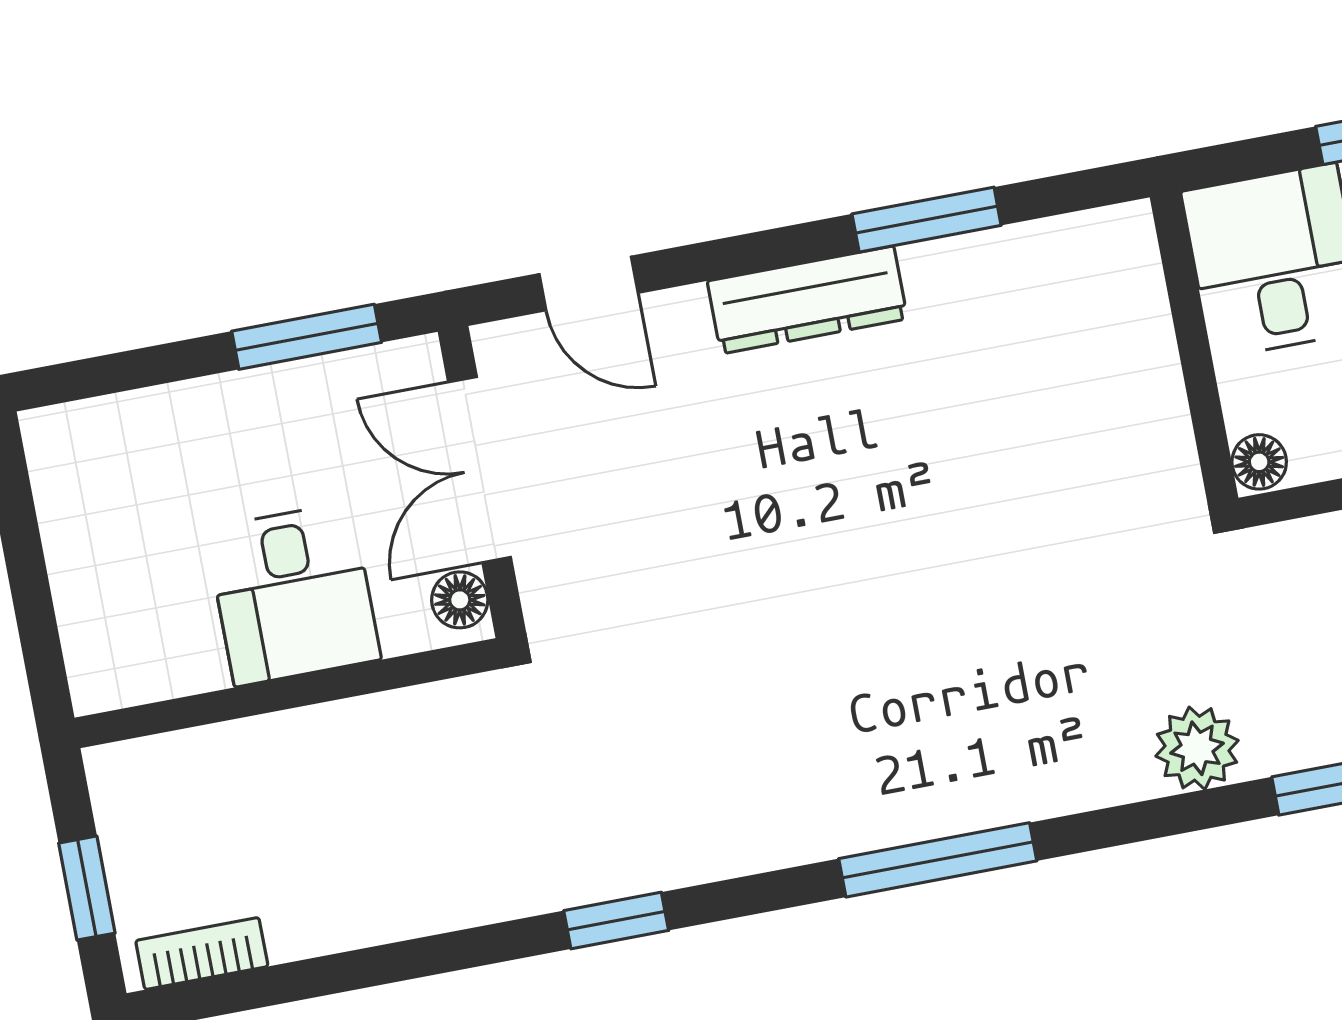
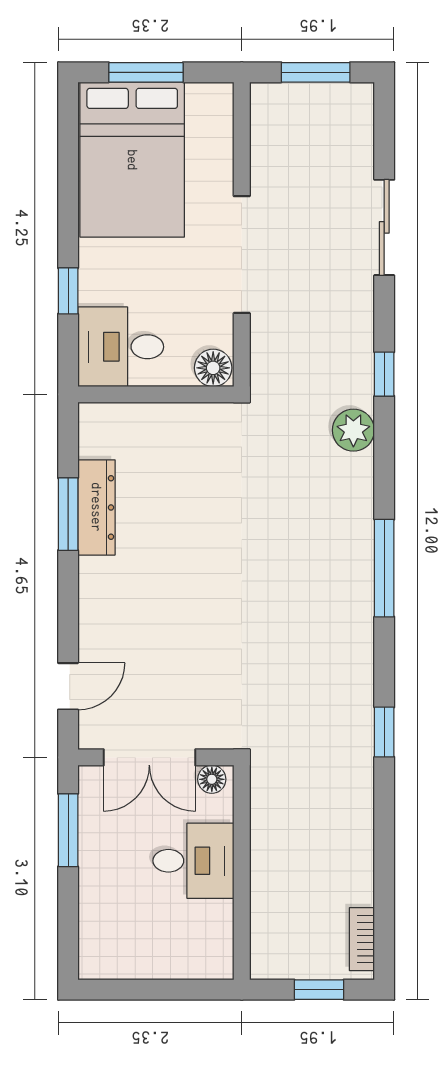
dresser: (807, 300) -> (96, 507), moved
floor lamp: (1259, 462) -> (213, 368), width x1.37, depth x1.37

